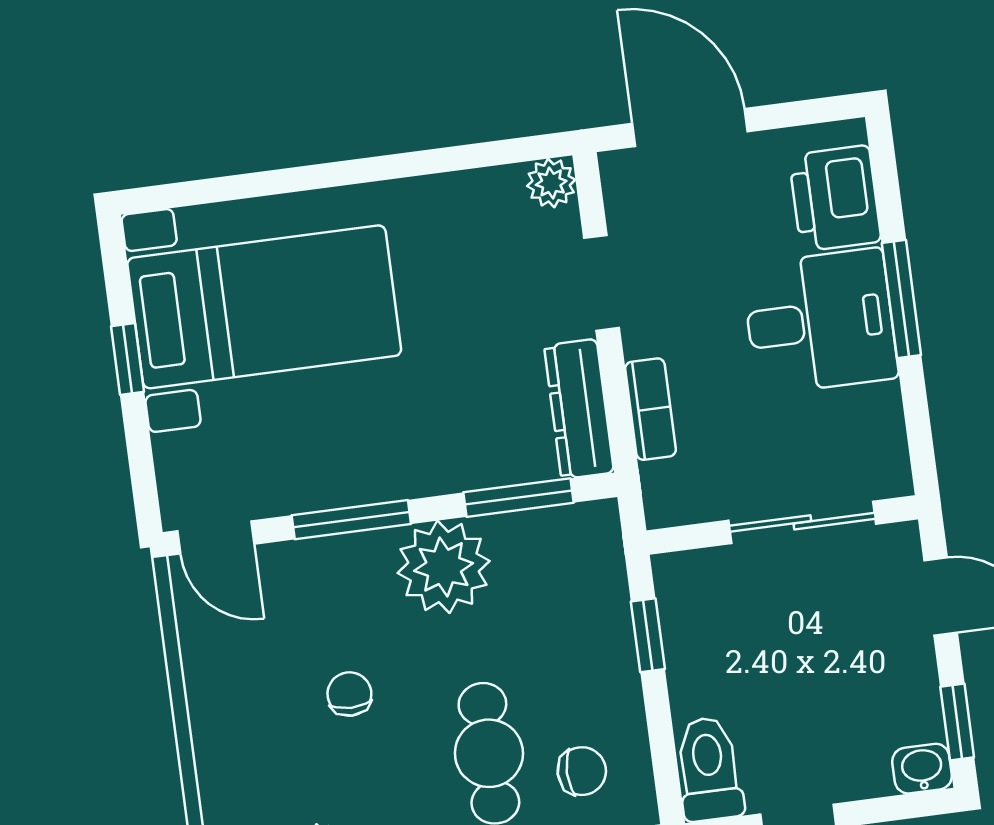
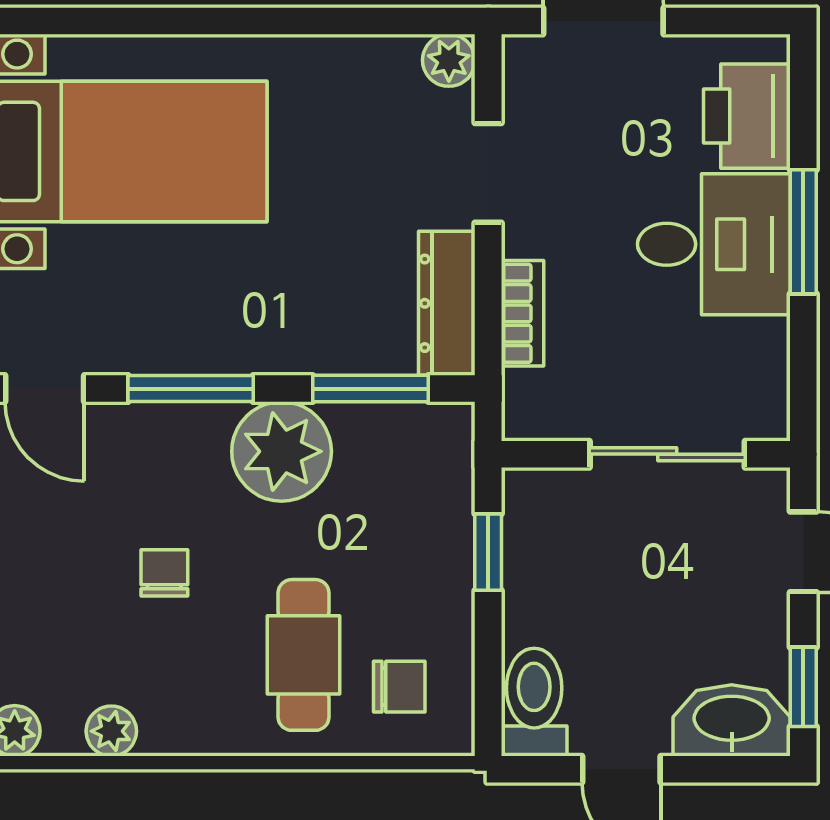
washbasin: (922, 769) -> (732, 720), width x1.91, depth x1.45

